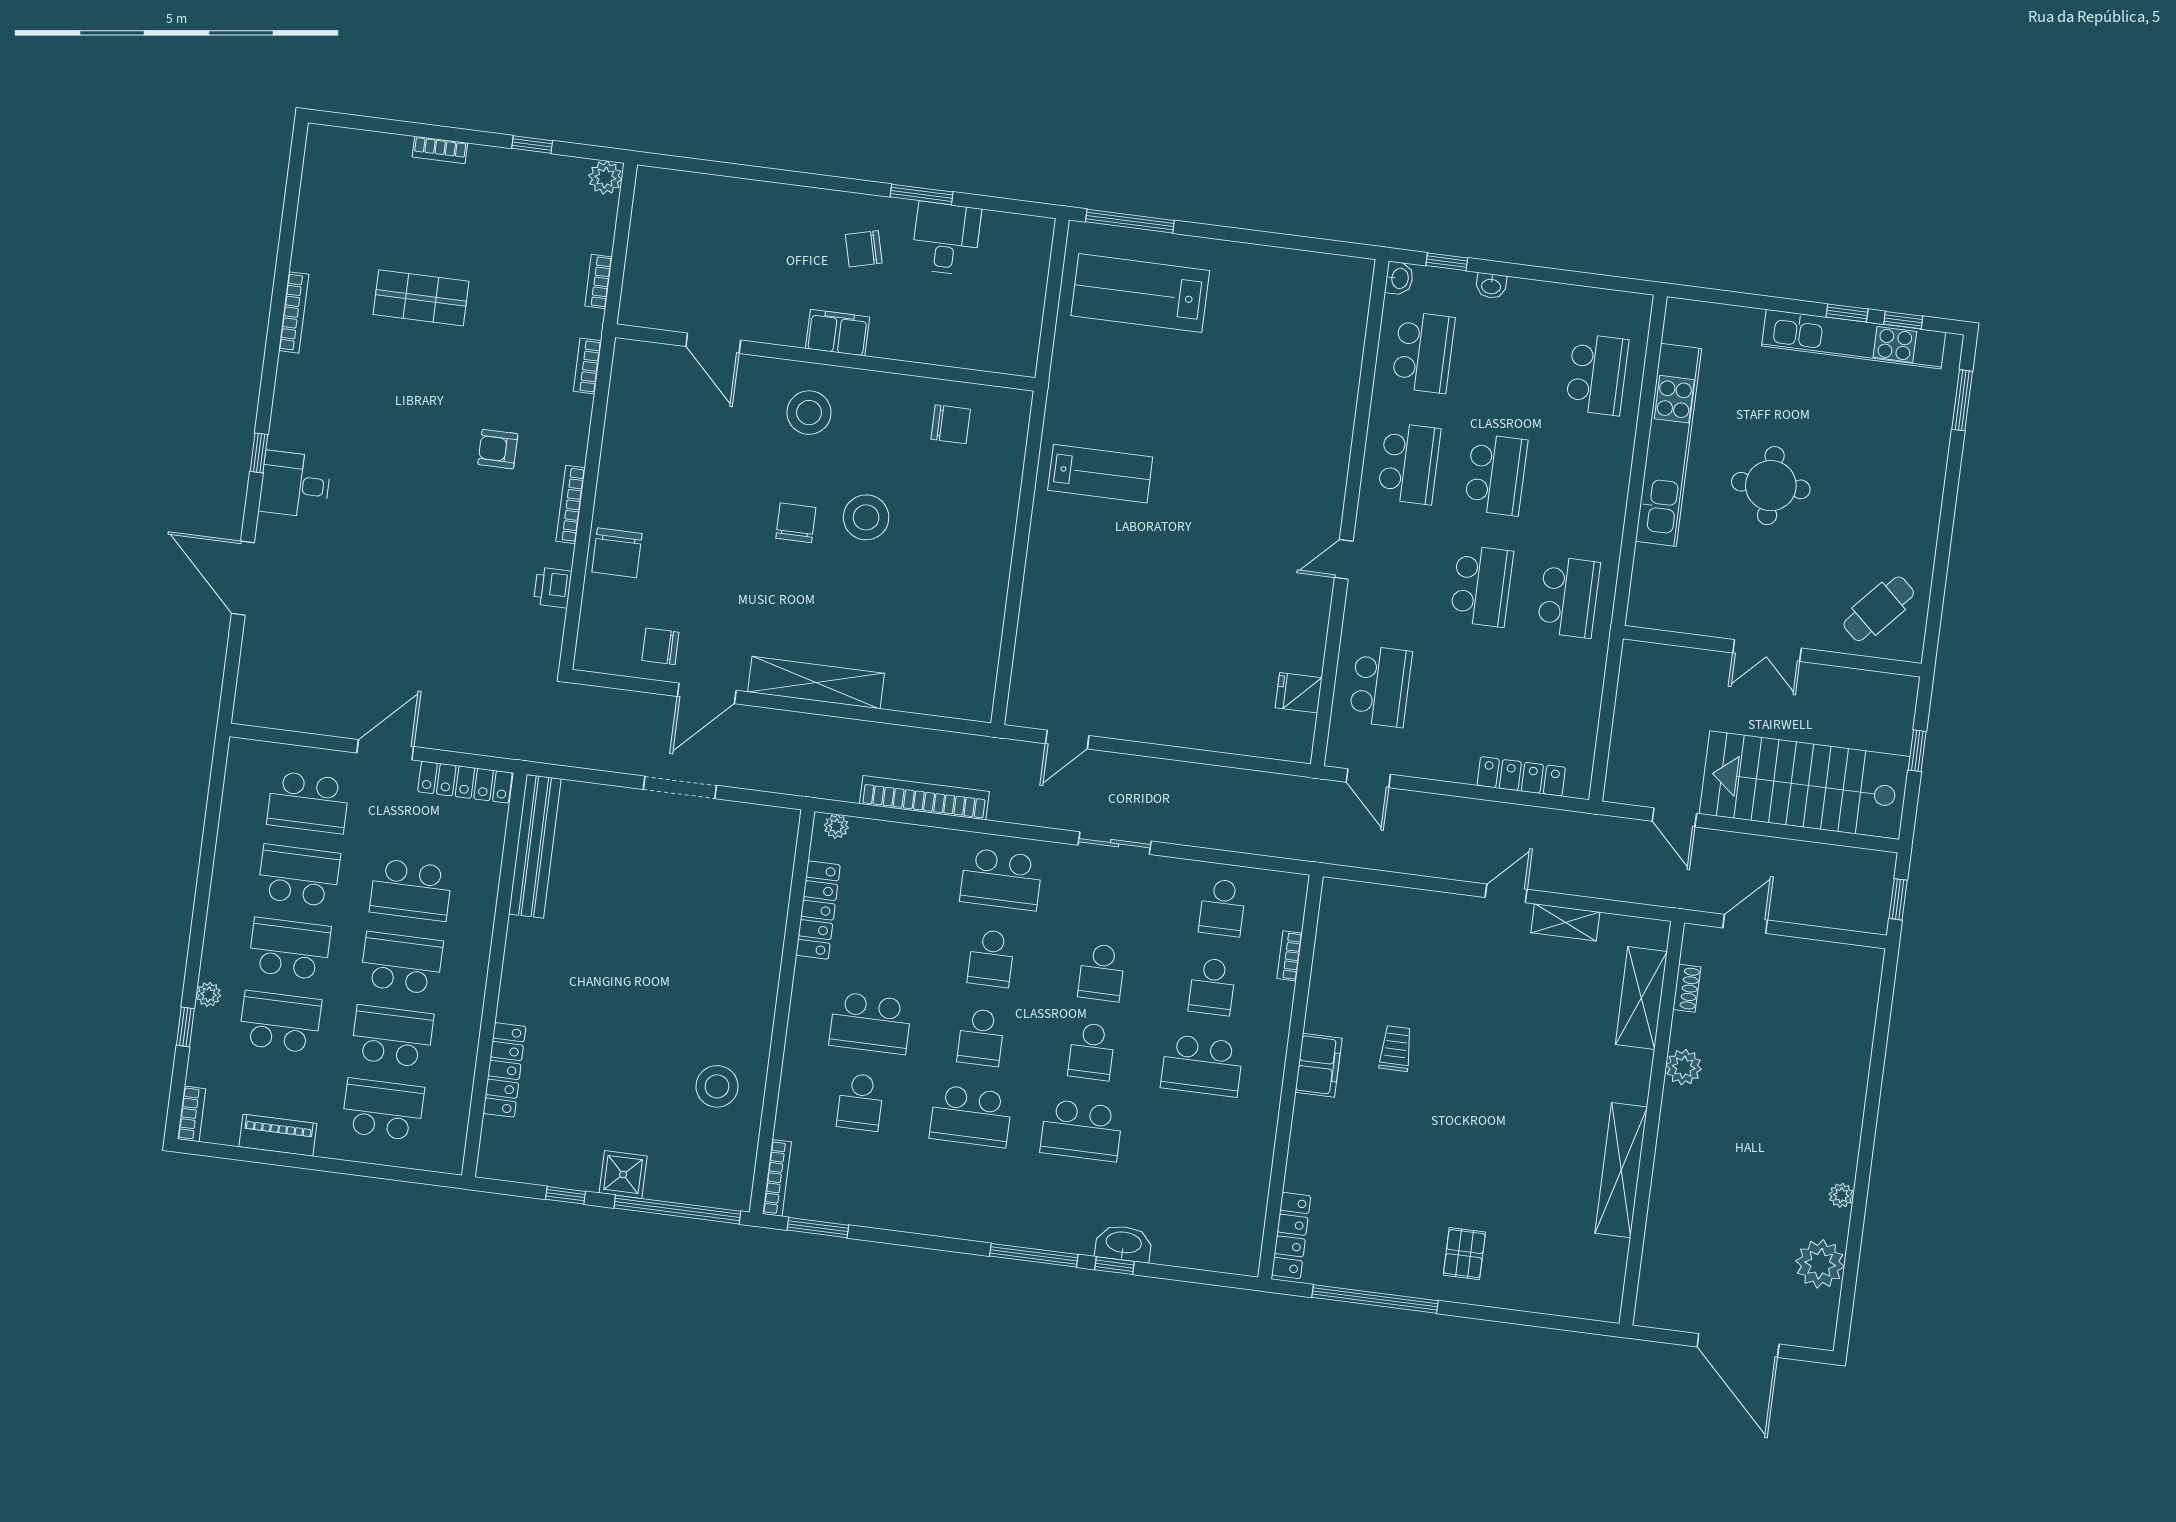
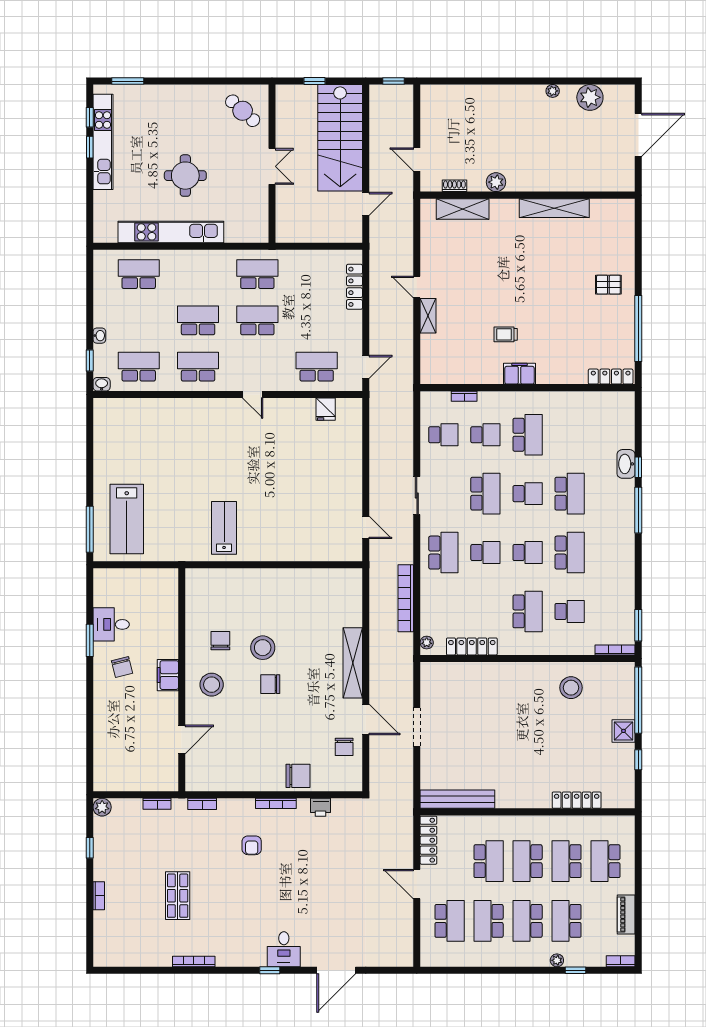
chair: (951, 424) -> (220, 641), moved
shelving: (1565, 922) -> (428, 316), moved
school desk: (1102, 972) -> (485, 494), width x1.85

